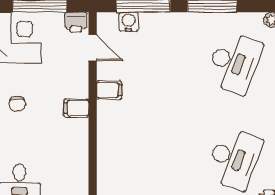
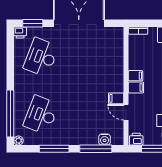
door: (93, 48) -> (126, 112), moved
filing cabinet: (77, 128) -> (136, 76), added

